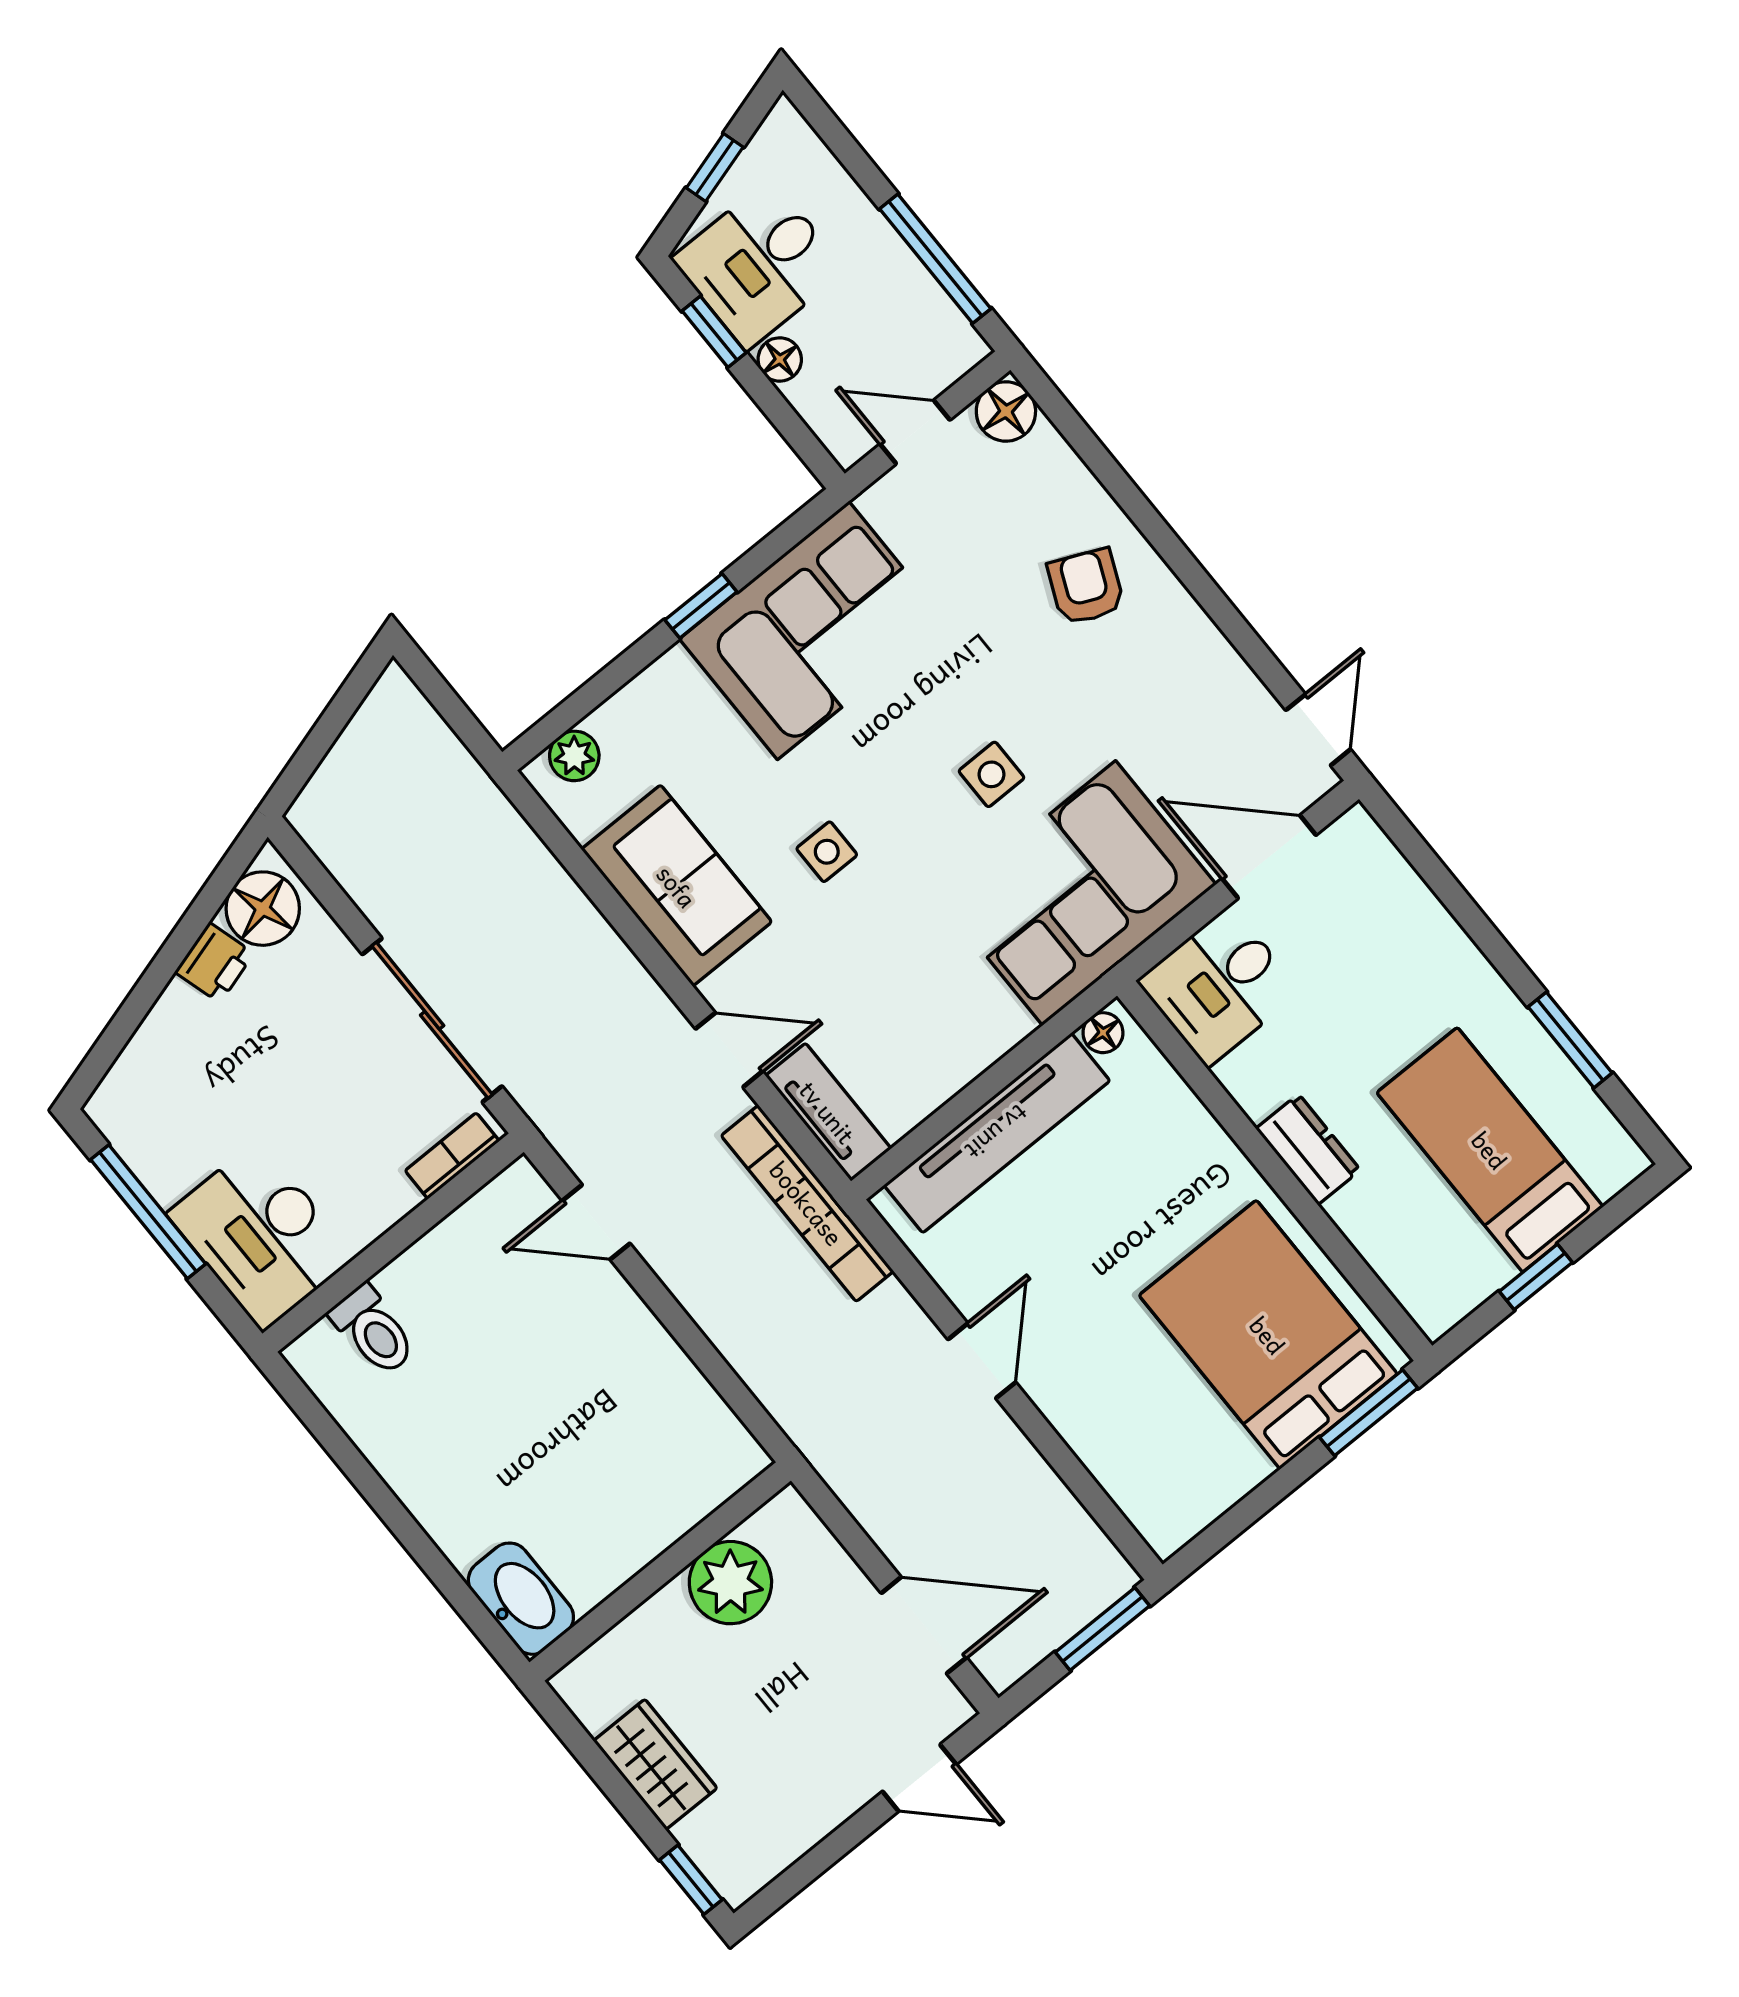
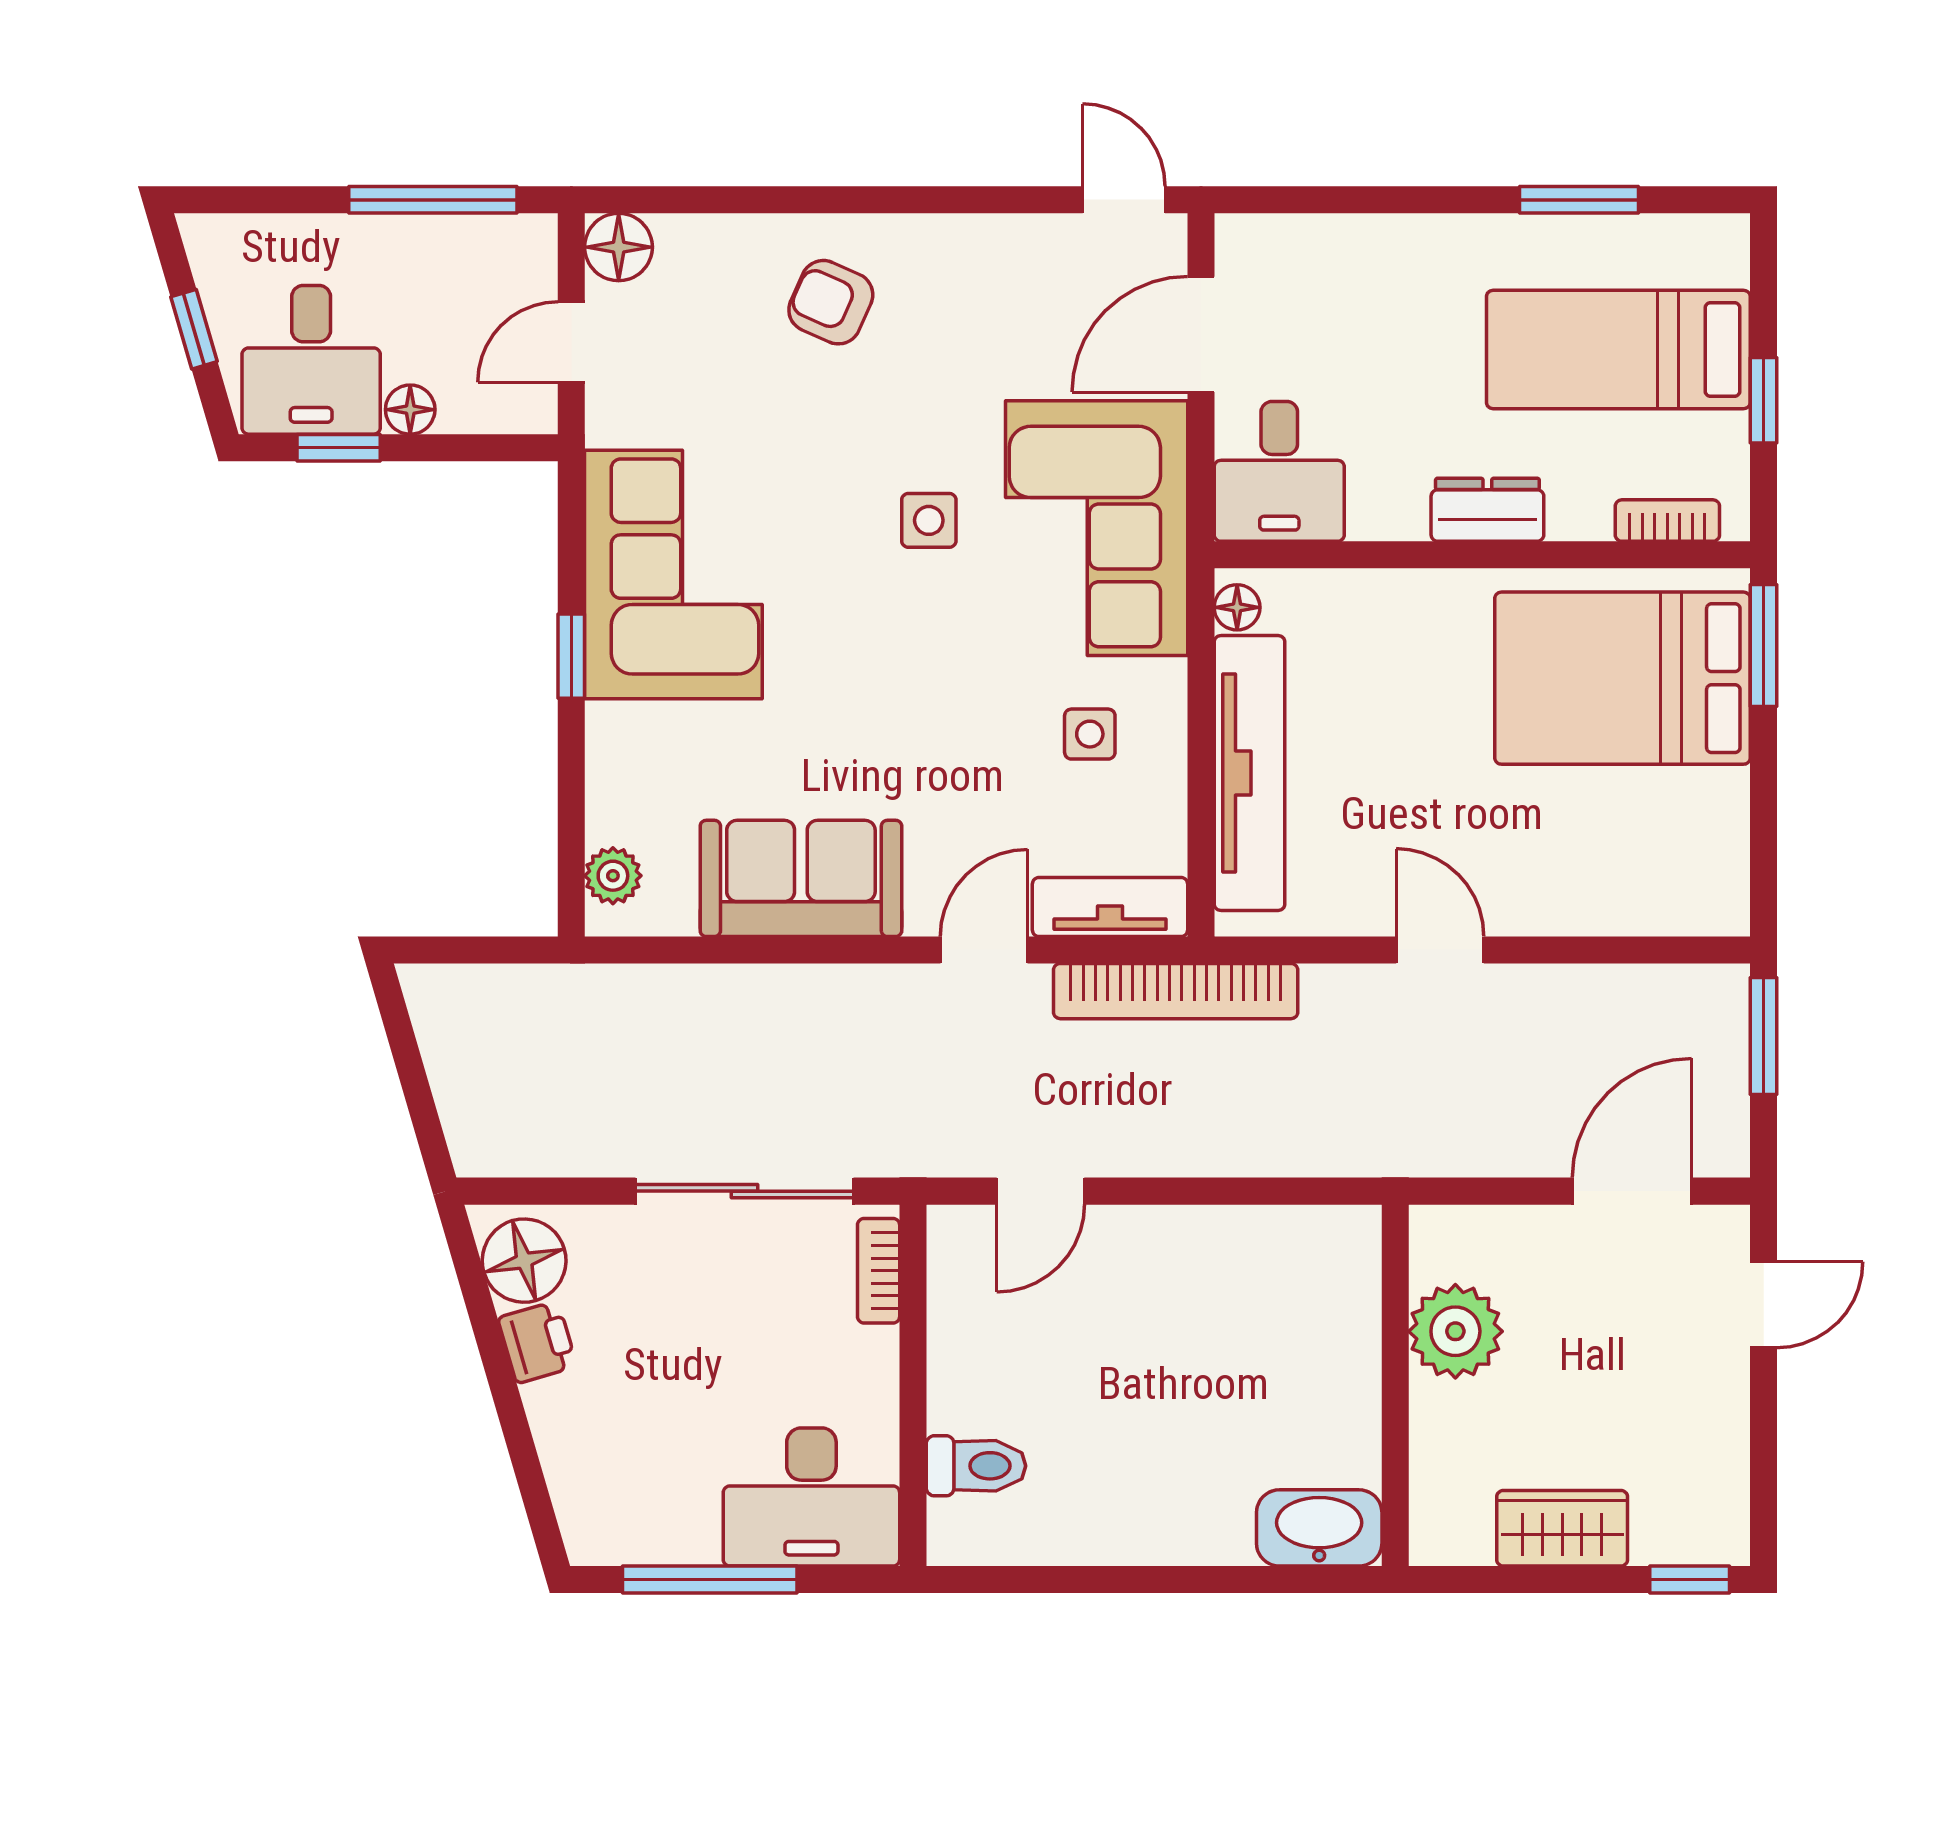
side table: (827, 852) -> (1090, 734), moved
bookcase: (1401, 1278) -> (1667, 521), added

